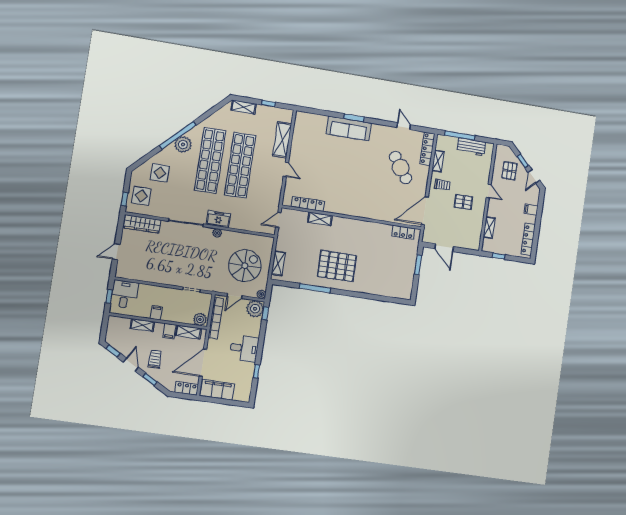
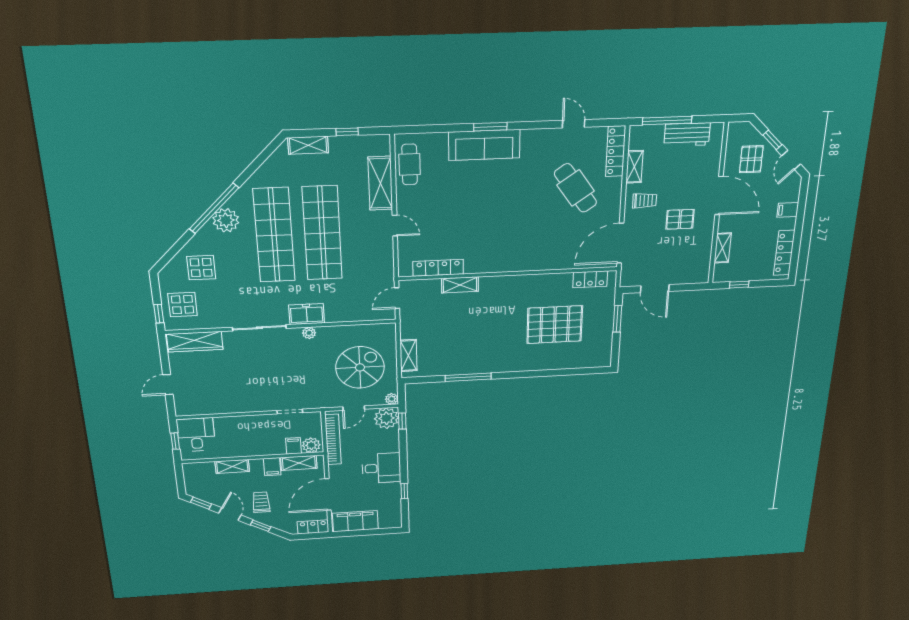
cafe table: (302, 132) -> (410, 164), added
door: (489, 191) -> (719, 196), width x1.87
pallet: (337, 266) -> (555, 325), moved
filing cabinet: (156, 313) -> (293, 446), moved

